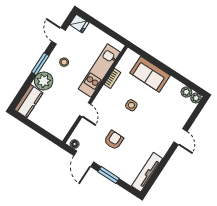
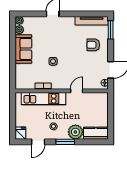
sofa: (150, 74) -> (23, 49), moved
armchair: (114, 140) -> (93, 45), moved
window: (109, 175) -> (111, 30), moved

